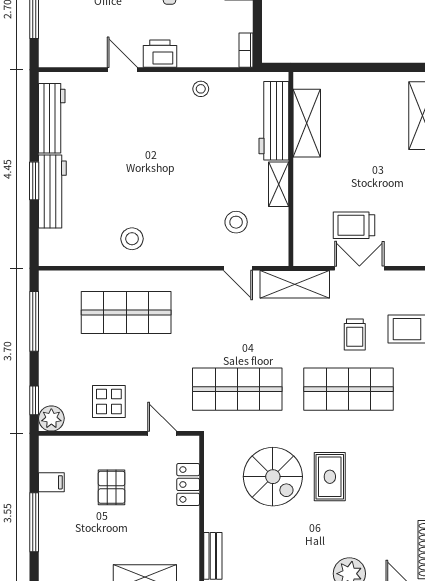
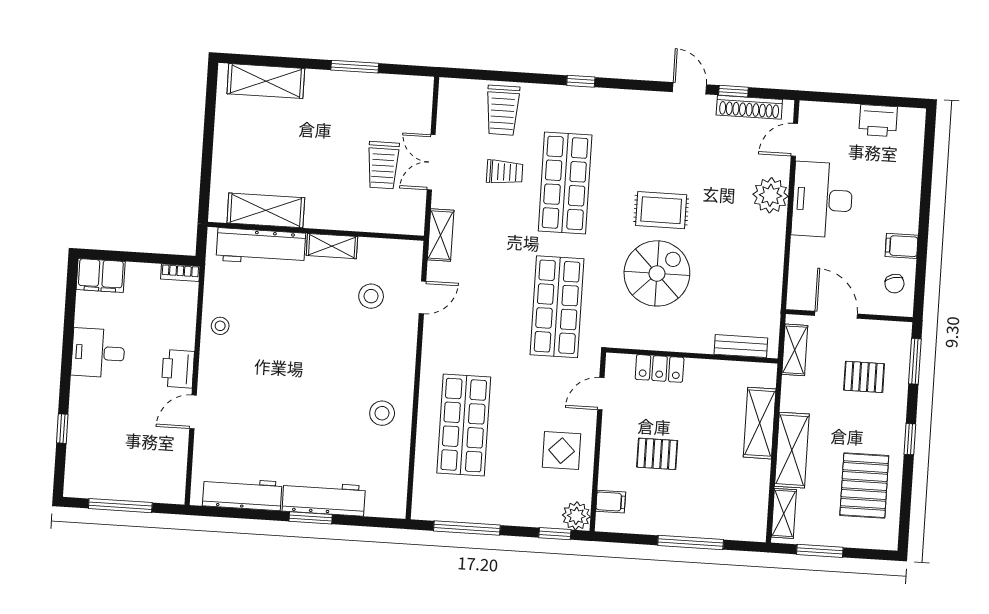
shelving: (295, 284) -> (441, 235), width x0.67, depth x0.75
filing cabinet: (51, 482) -> (611, 502), moved, turned 90

